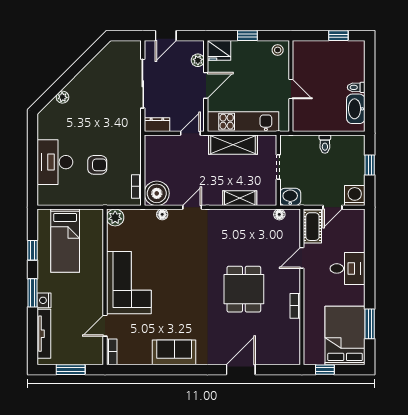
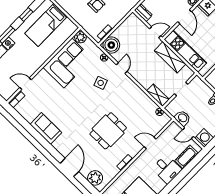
door: (206, 85) -> (185, 17), hinge flipped
washbasin: (290, 197) -> (182, 118), moved
shelving: (240, 198) -> (158, 95), moved
door: (192, 207) -> (122, 68), hinge flipped
cot: (312, 227) -> (187, 157), moved
side table: (185, 245) -> (101, 83), added
corner sofa: (129, 283) -> (68, 63), moved
plant: (280, 354) -> (95, 178), added
door: (241, 370) -> (69, 167), hinge flipped

